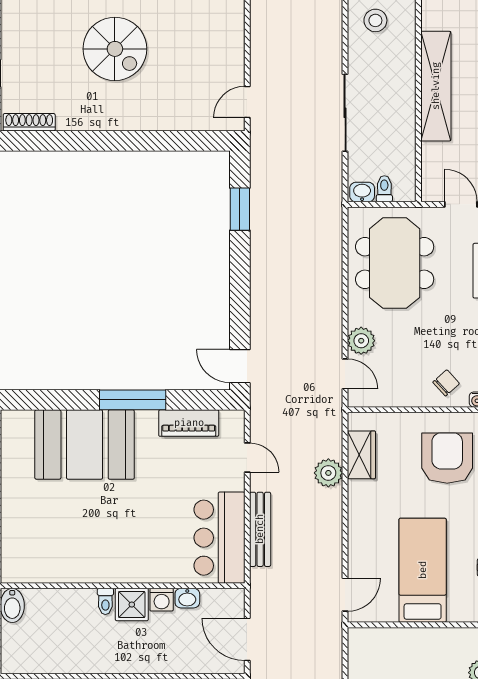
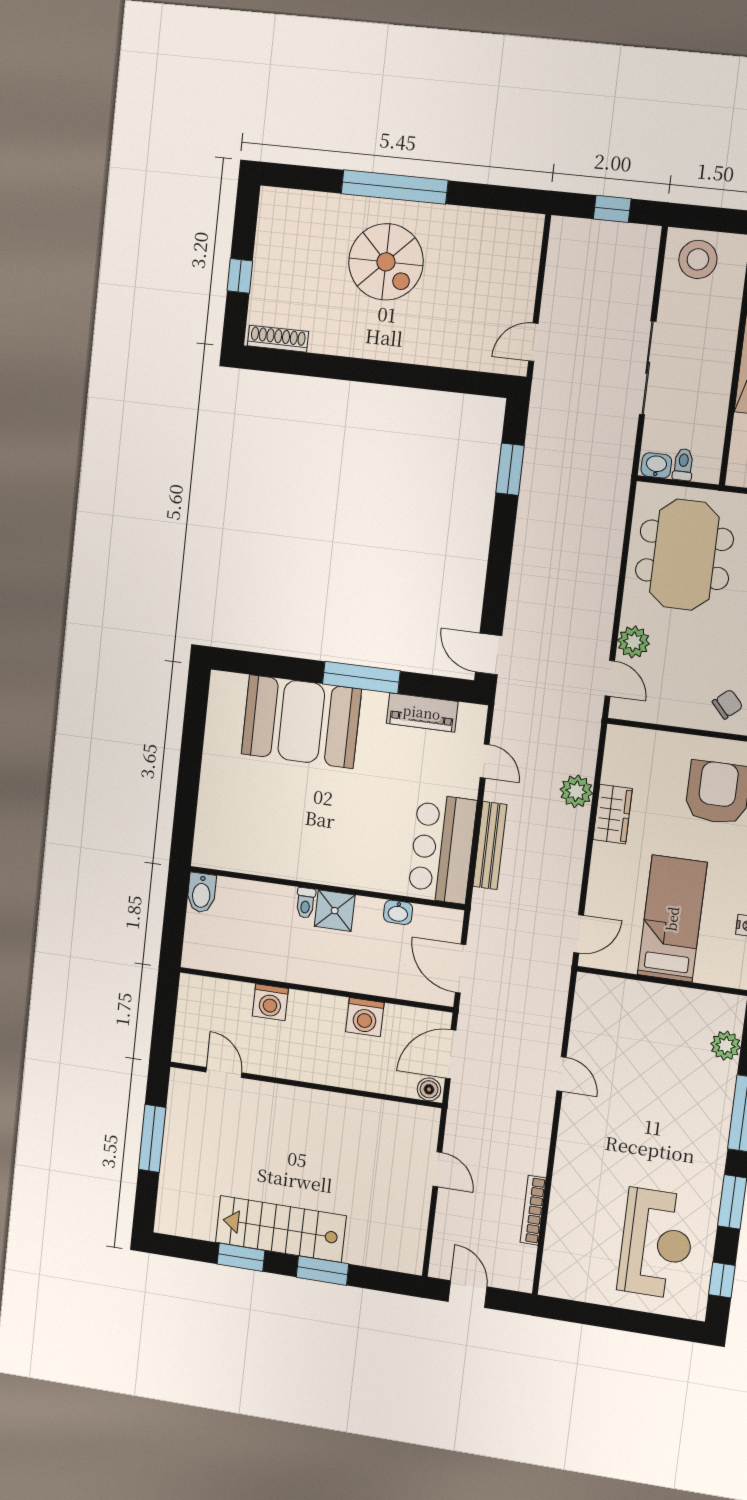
stool: (375, 20) -> (698, 259), width x1.38, depth x1.38
wardrobe: (361, 455) -> (613, 814), moved
washing machine: (162, 600) -> (369, 910), removed

